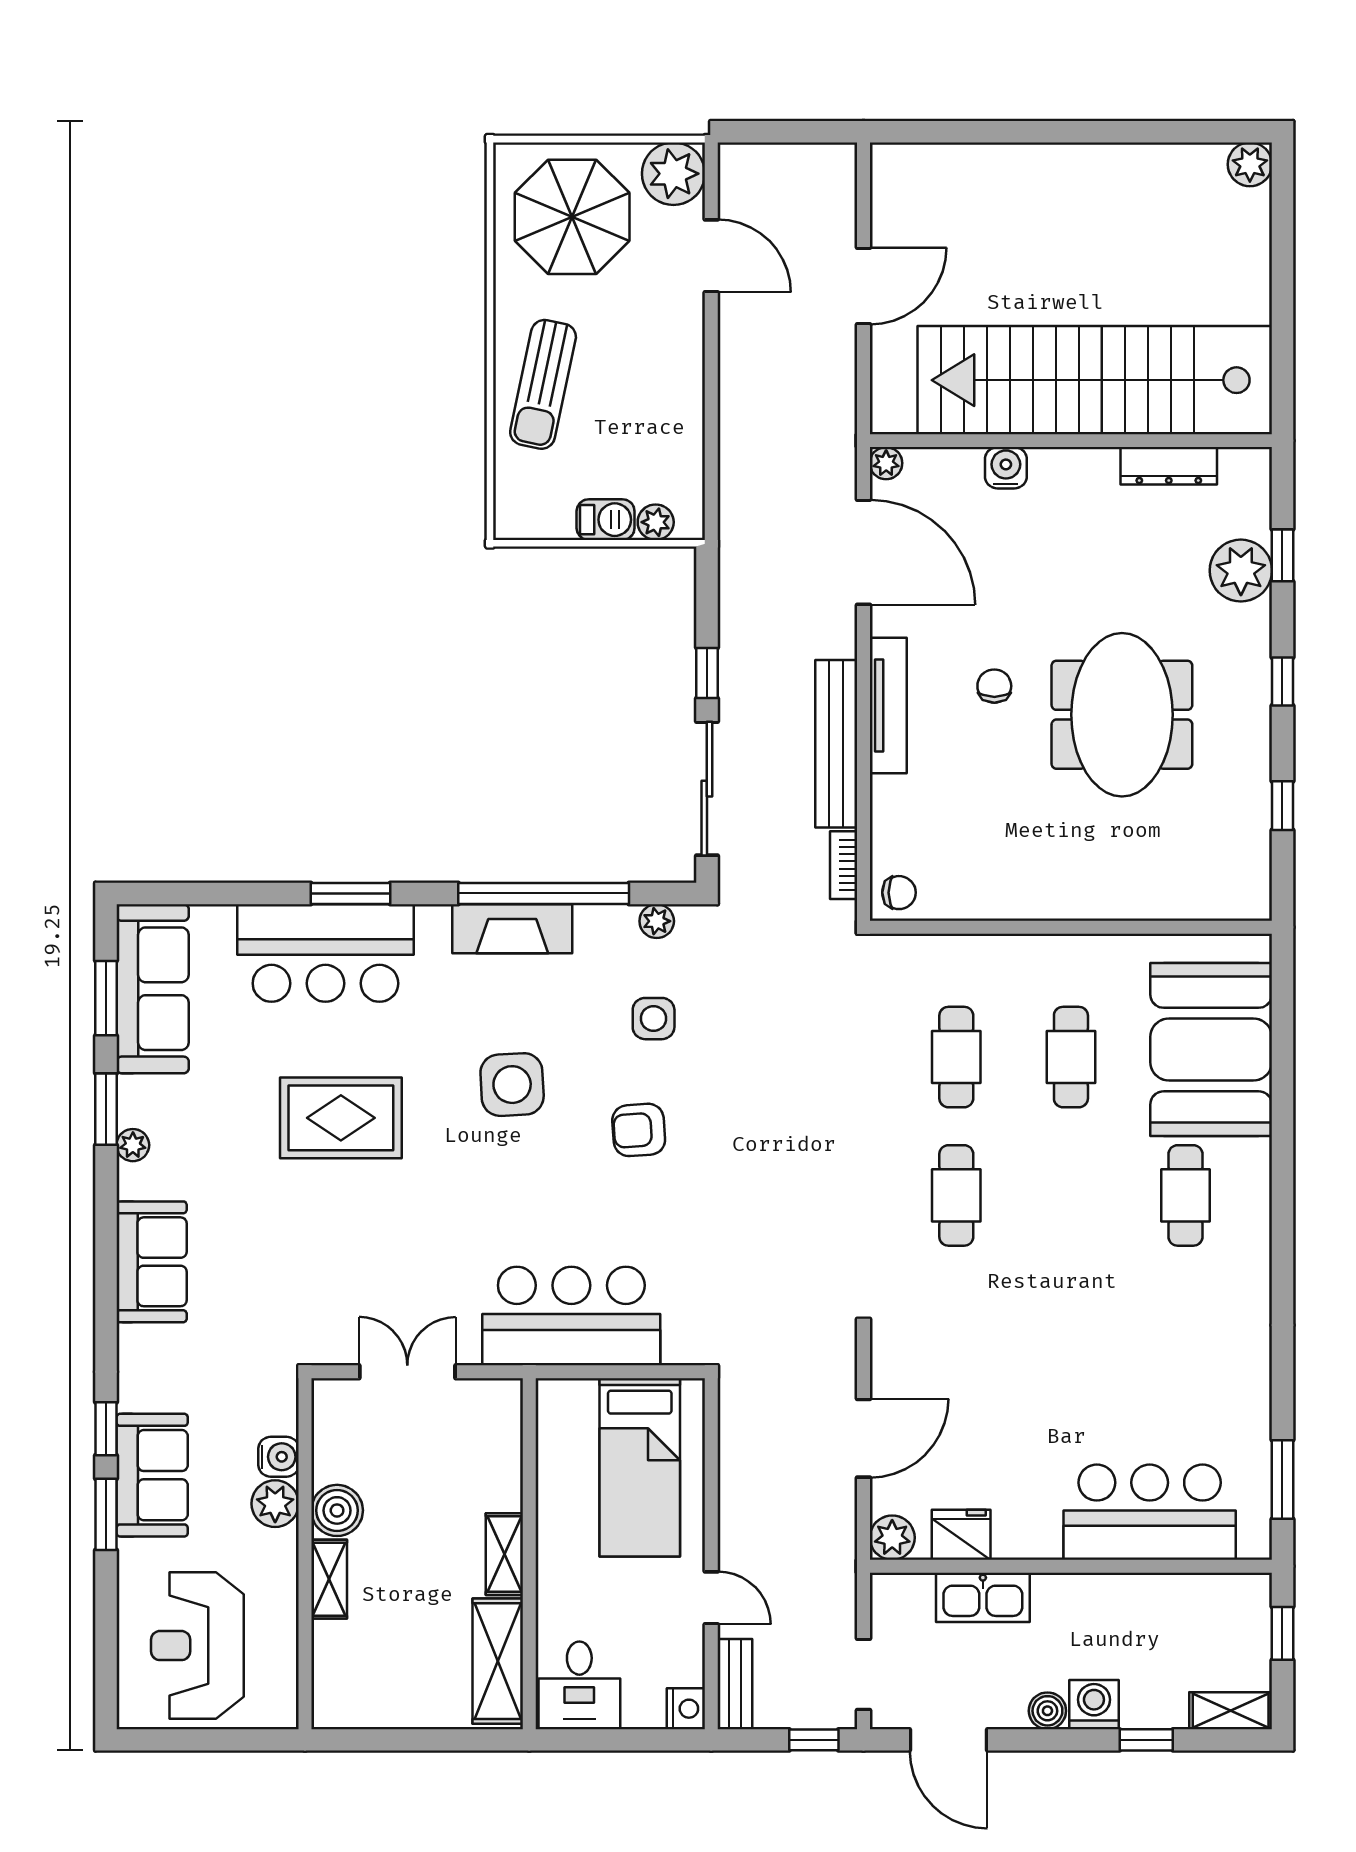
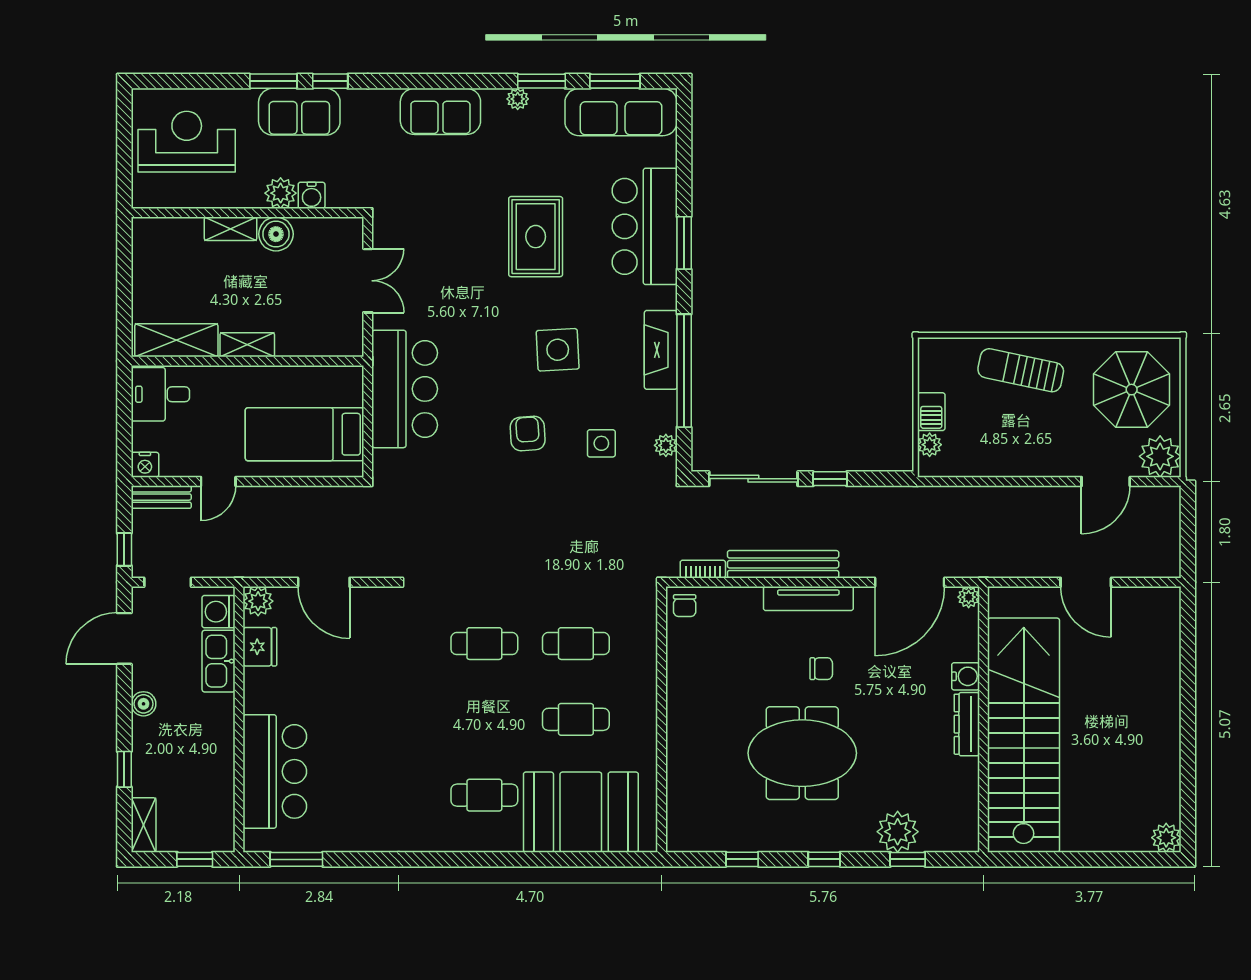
dresser: (1169, 466) -> (967, 724), moved
washing machine: (1094, 1705) -> (219, 612), moved, turned 180

